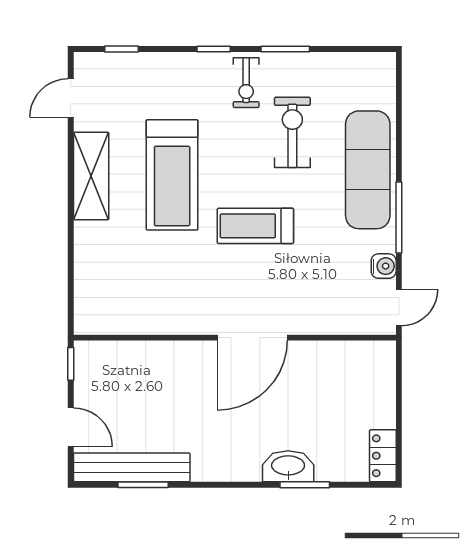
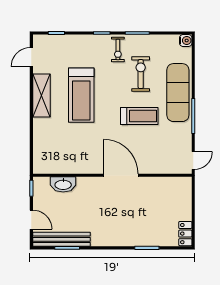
treadmill: (255, 226) -> (139, 116), moved, turned 180
water cooler: (384, 266) -> (186, 41), moved
door: (252, 338) -> (121, 175), swing flipped
washbasin: (288, 466) -> (63, 184), moved, turned 180

